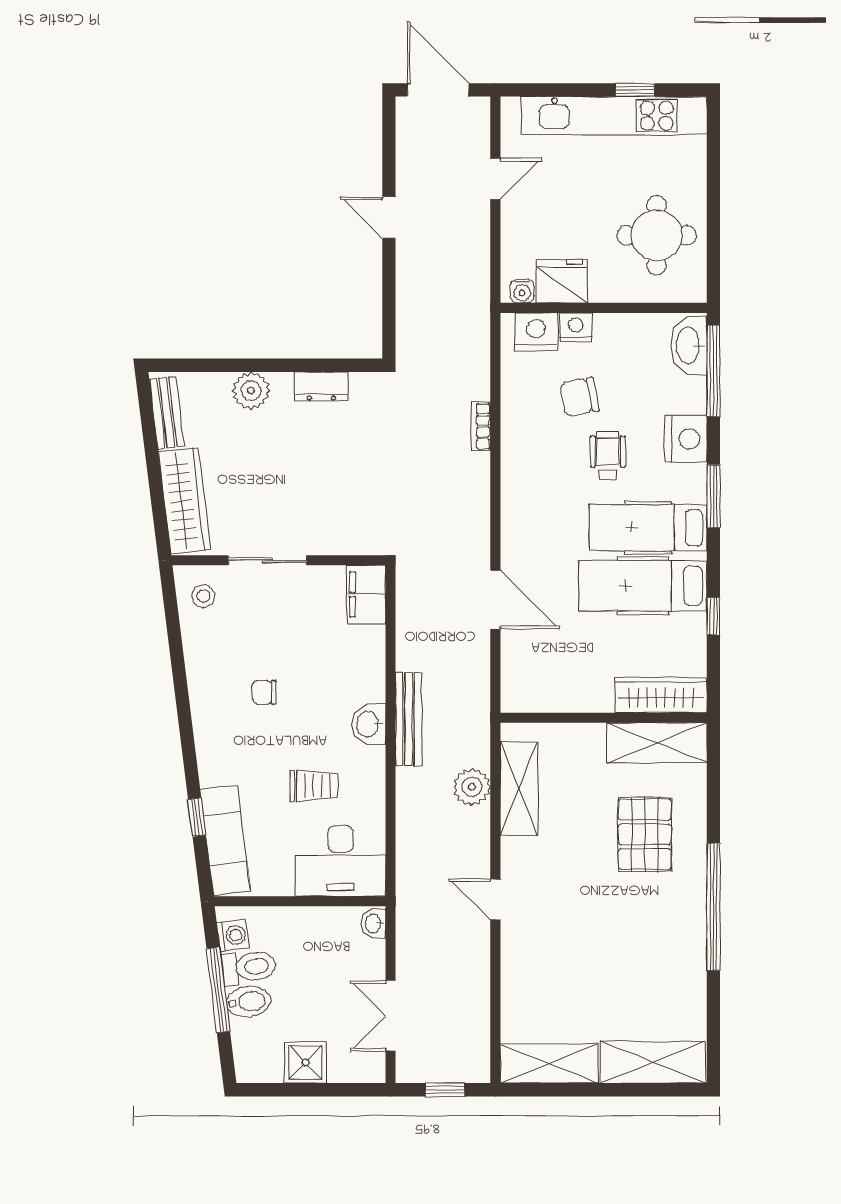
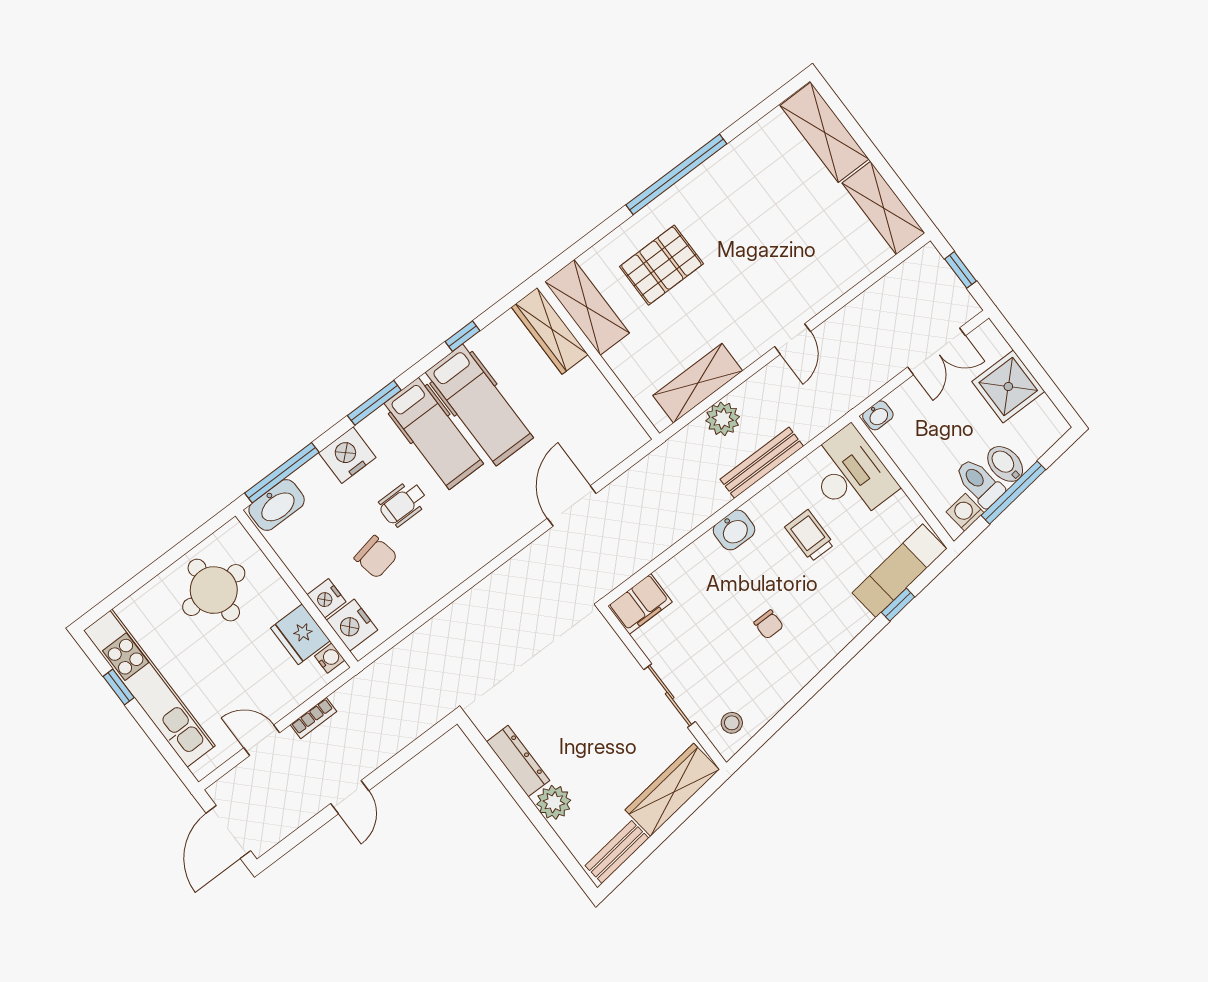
dresser: (321, 387) -> (518, 761), width x1.44
bookcase: (481, 426) -> (313, 718), moved
bench: (409, 719) -> (762, 463), moved
shower: (306, 1062) -> (1008, 386), width x1.36, depth x1.36

